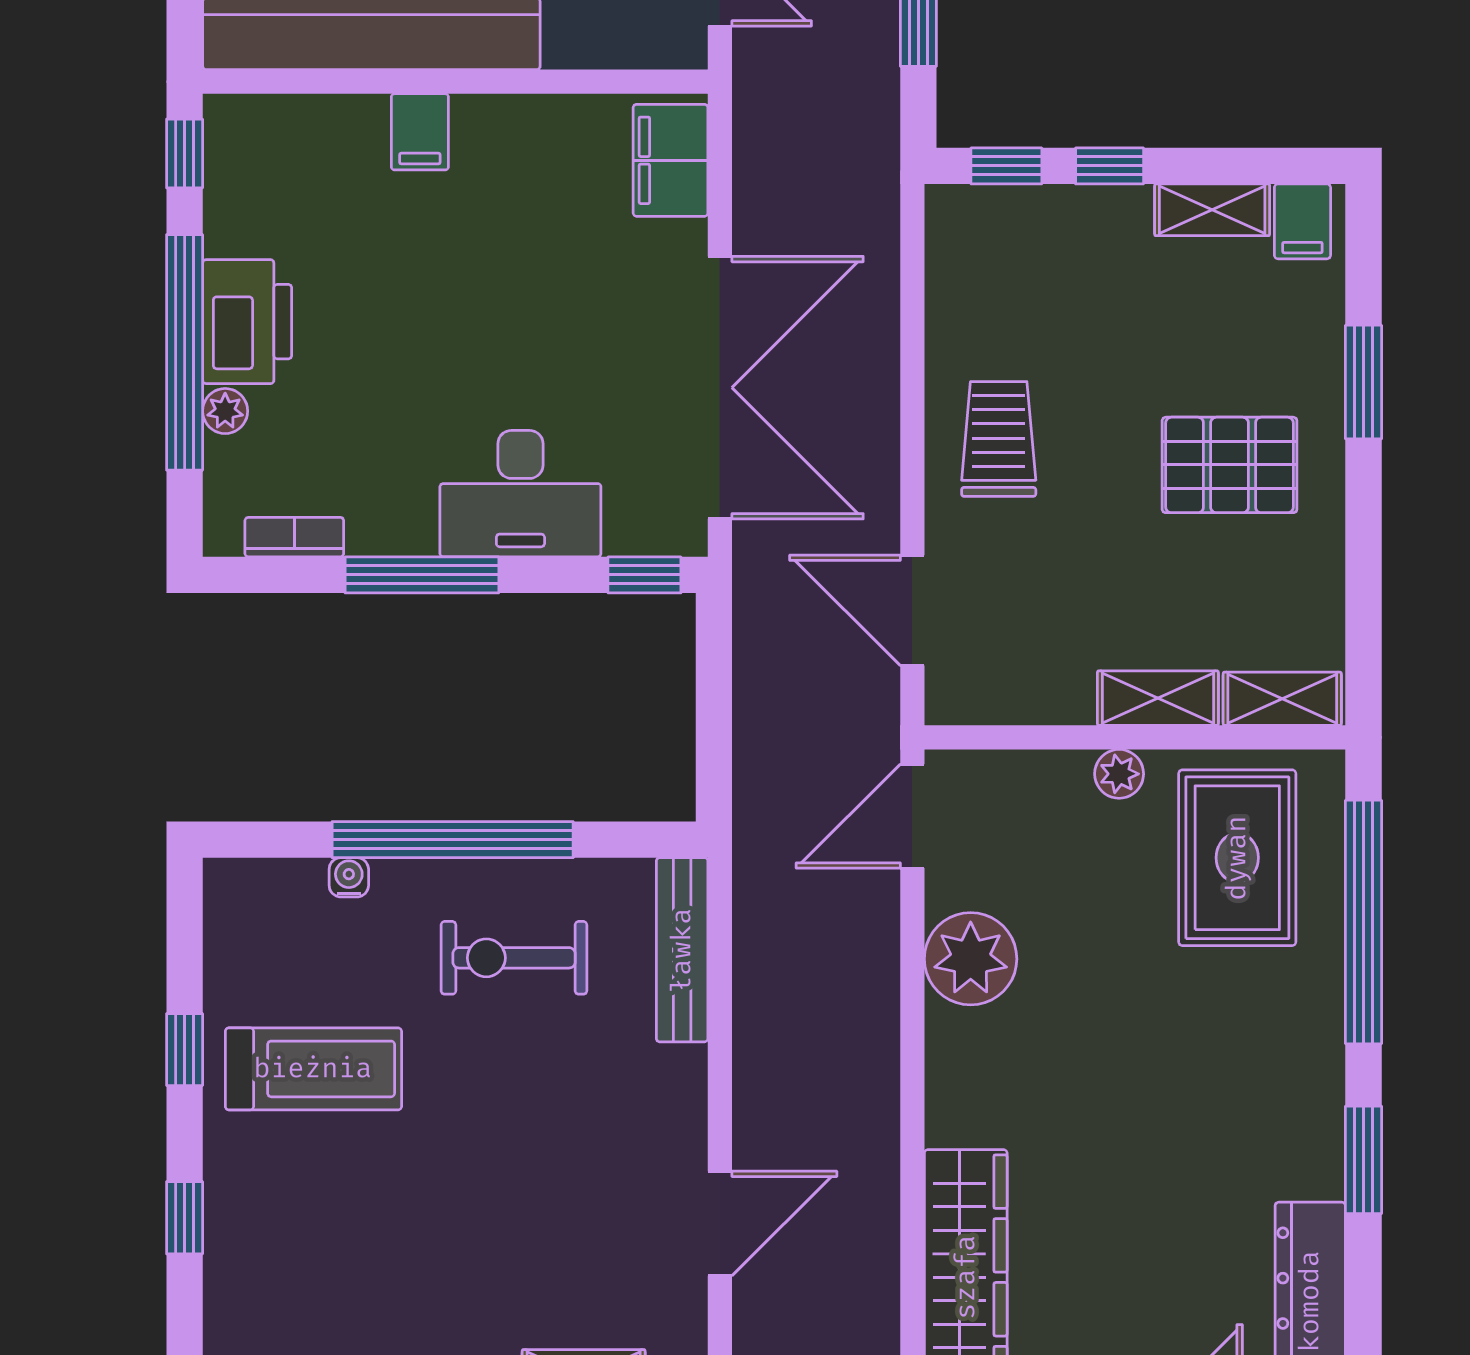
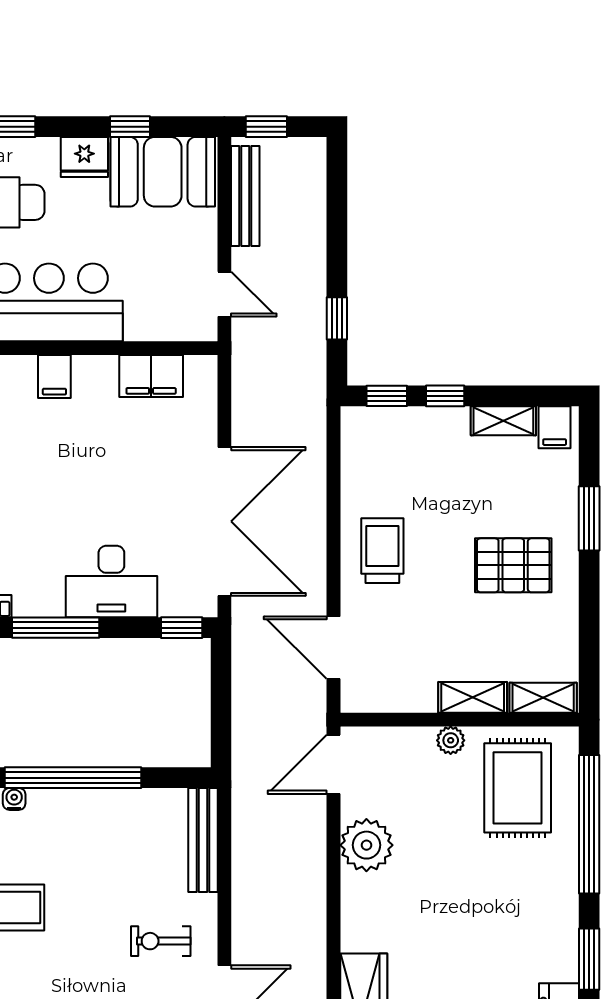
filing cabinet: (671, 160) -> (151, 376), moved, turned -90
exercise bike: (514, 958) -> (161, 941), moved, width x0.73, depth x0.72

